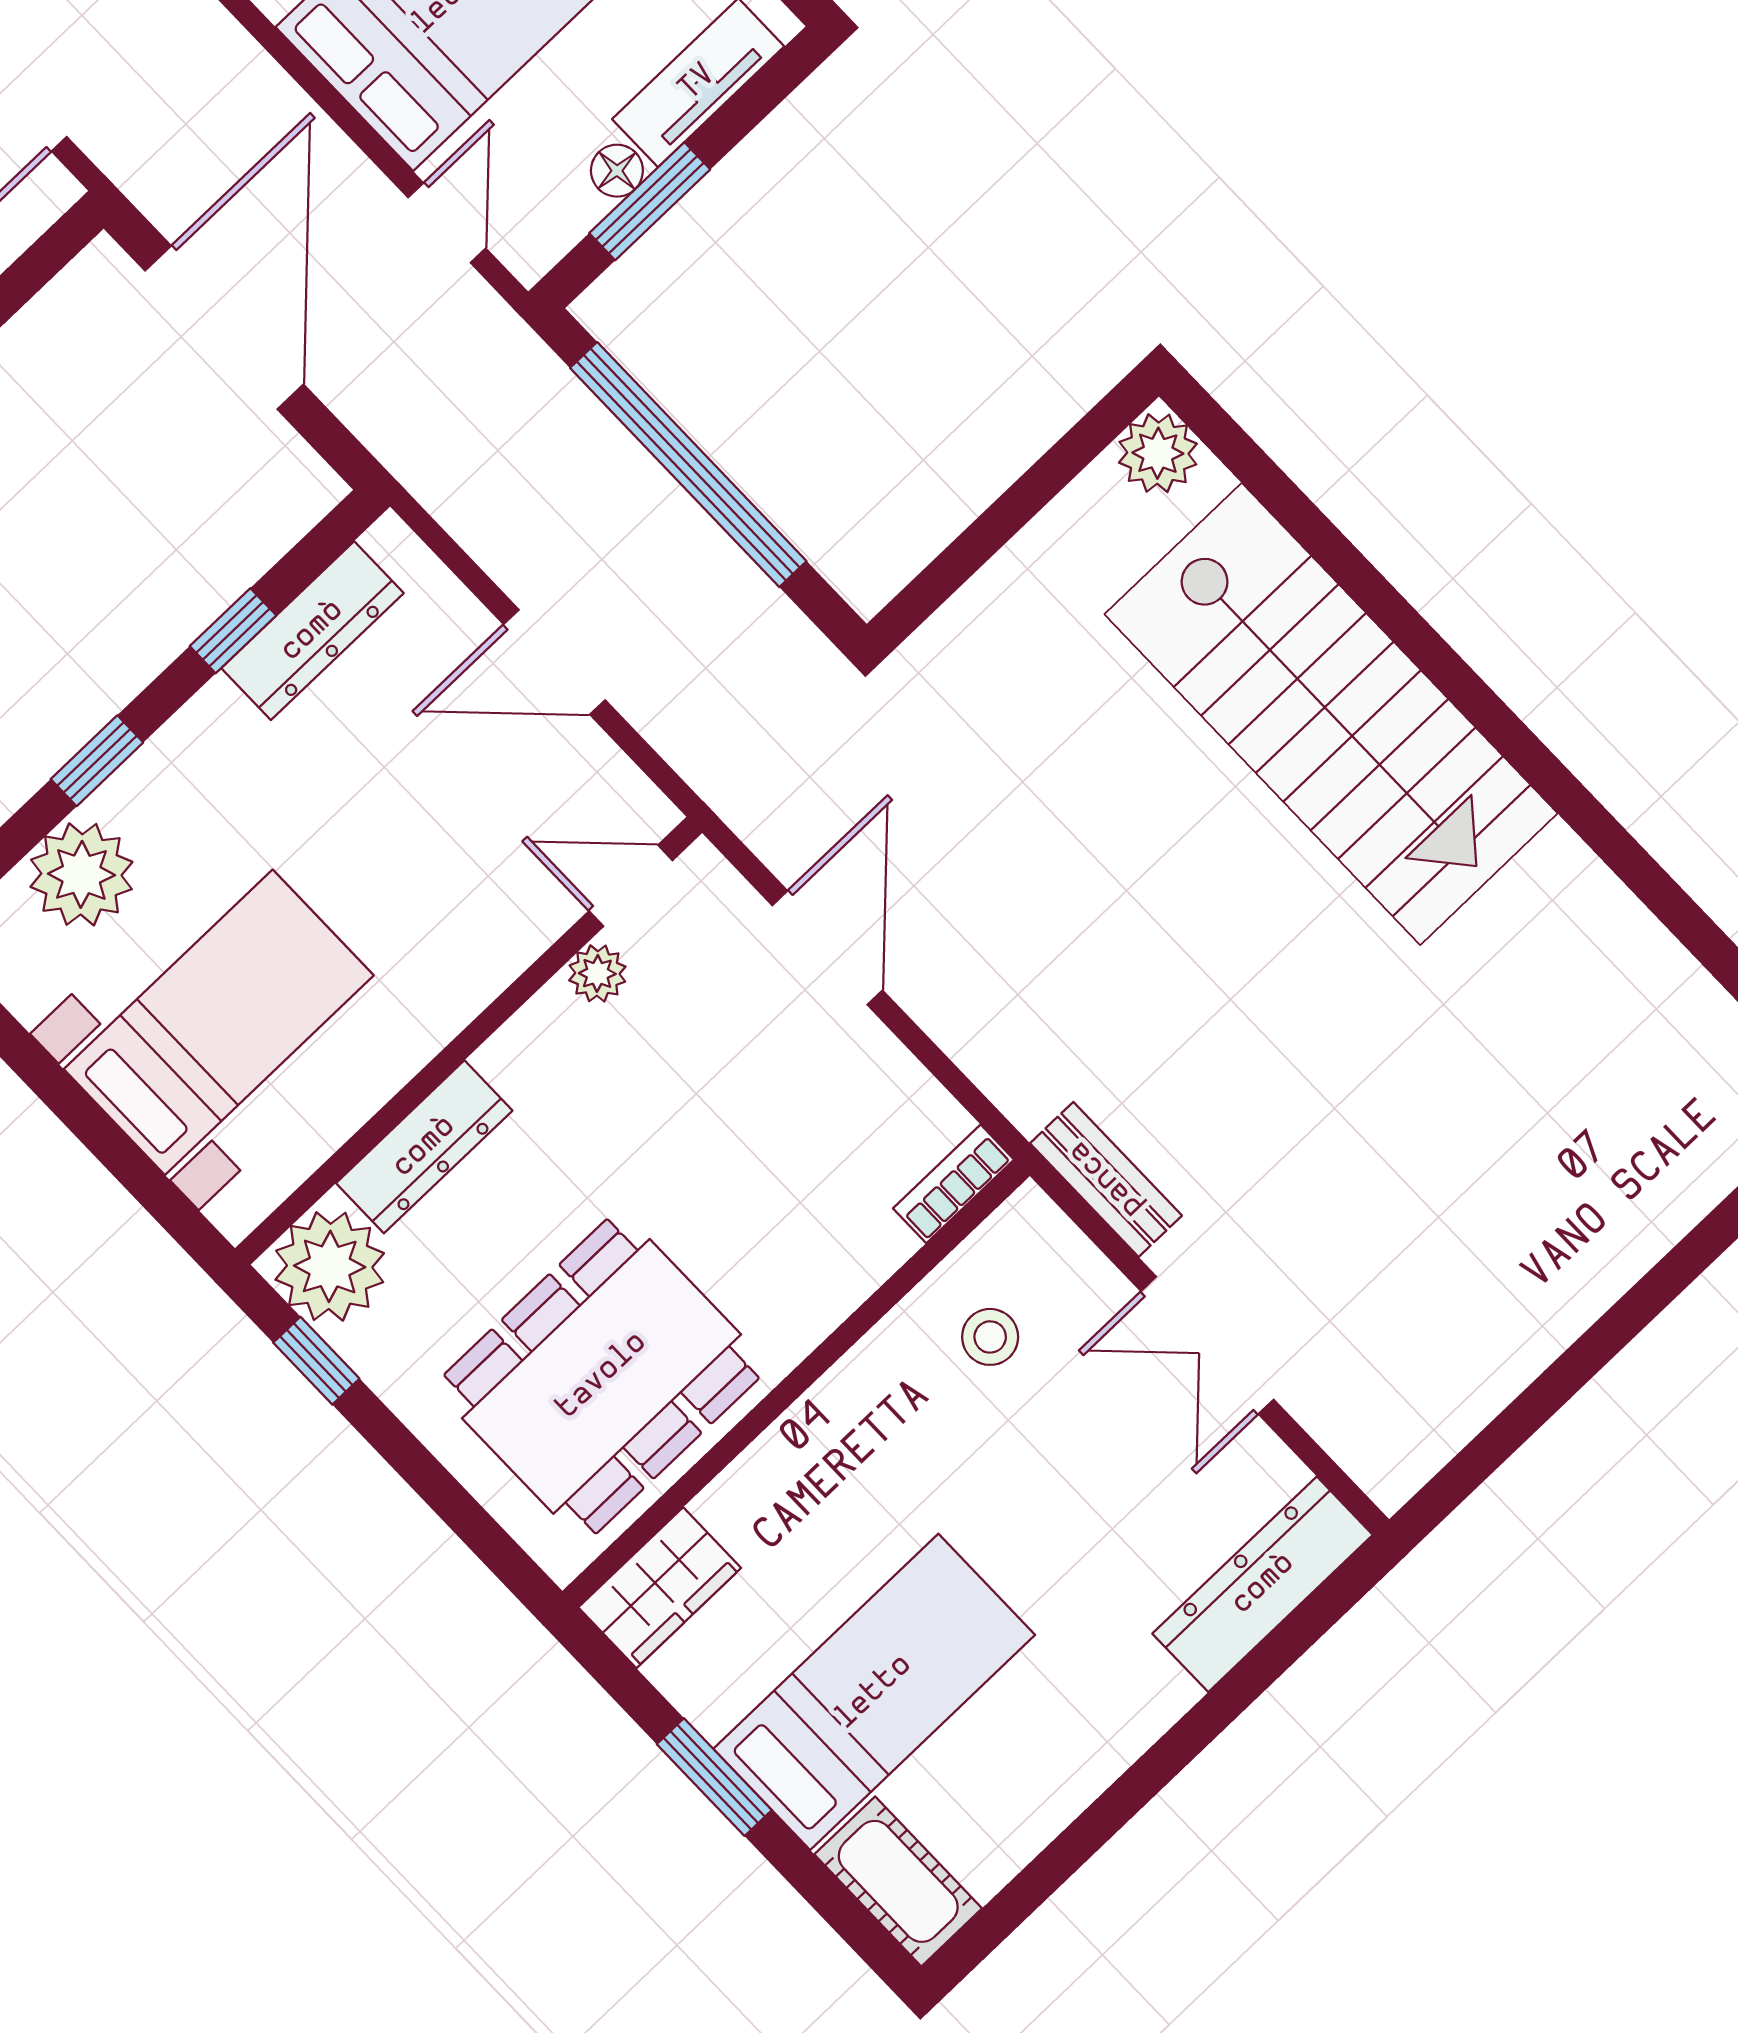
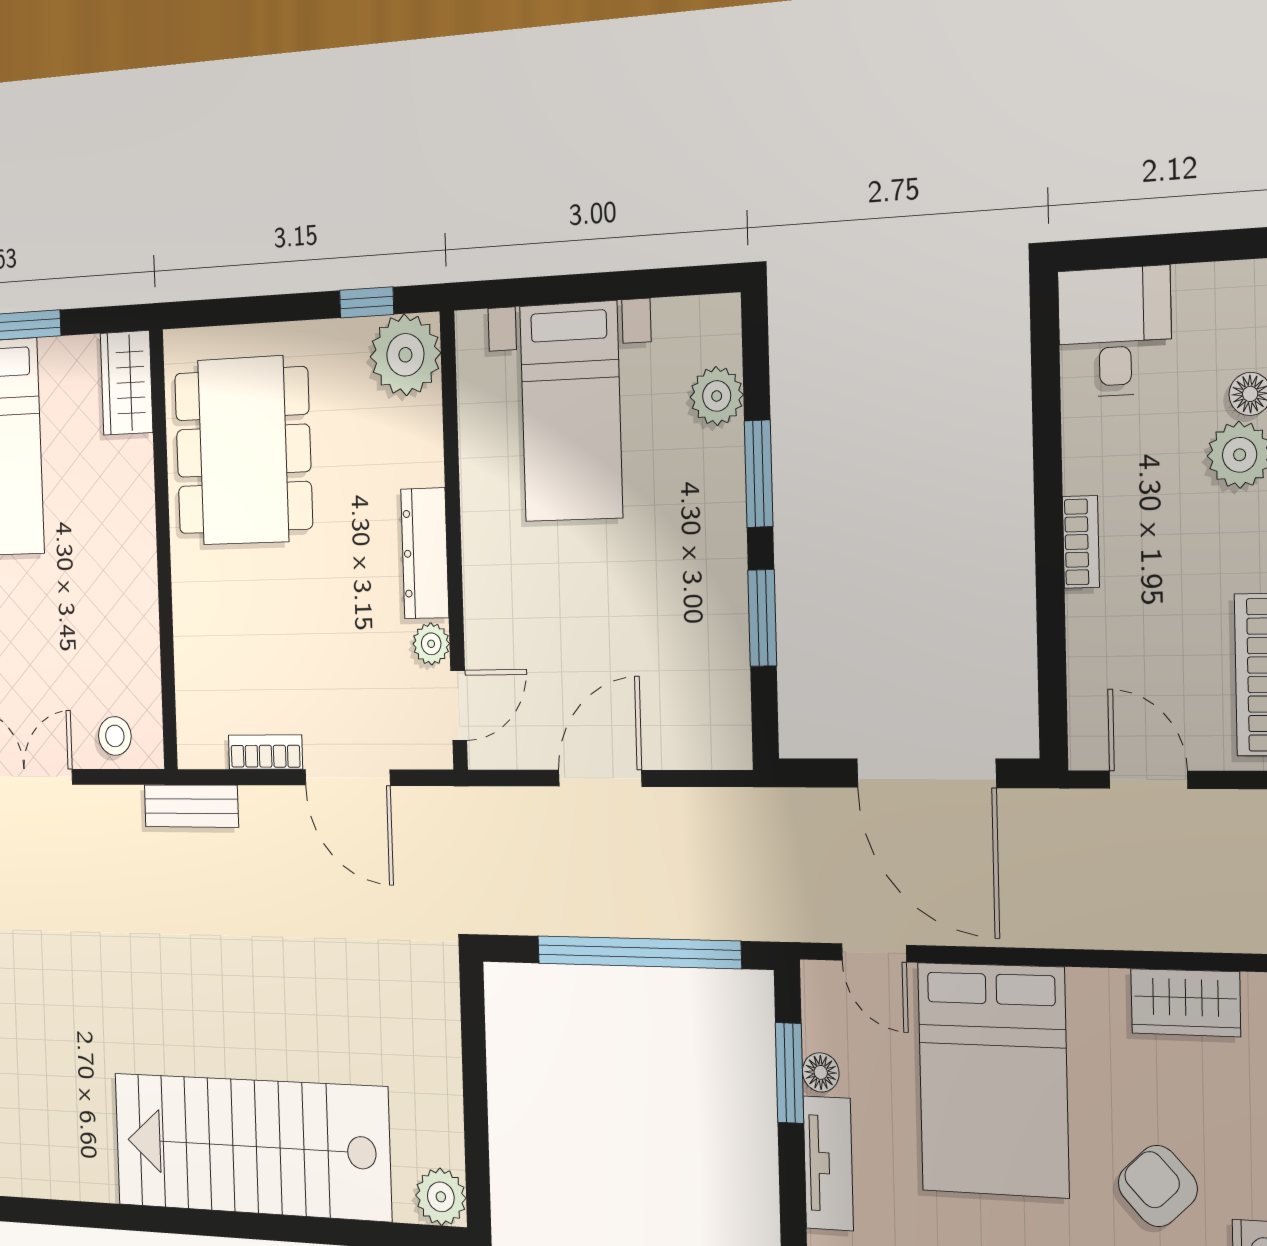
window: (233, 631) -> (762, 618), width x1.50
dresser: (312, 631) -> (725, 662), removed
window: (97, 761) -> (759, 474), width x1.50
plant: (81, 874) -> (717, 396), width x0.73, depth x0.73
dresser: (424, 1147) -> (425, 553), moved
bench: (1106, 1179) -> (191, 806), moved
bookcase: (953, 1184) -> (265, 752), moved, turned -90
stool: (990, 1337) -> (115, 736), moved

